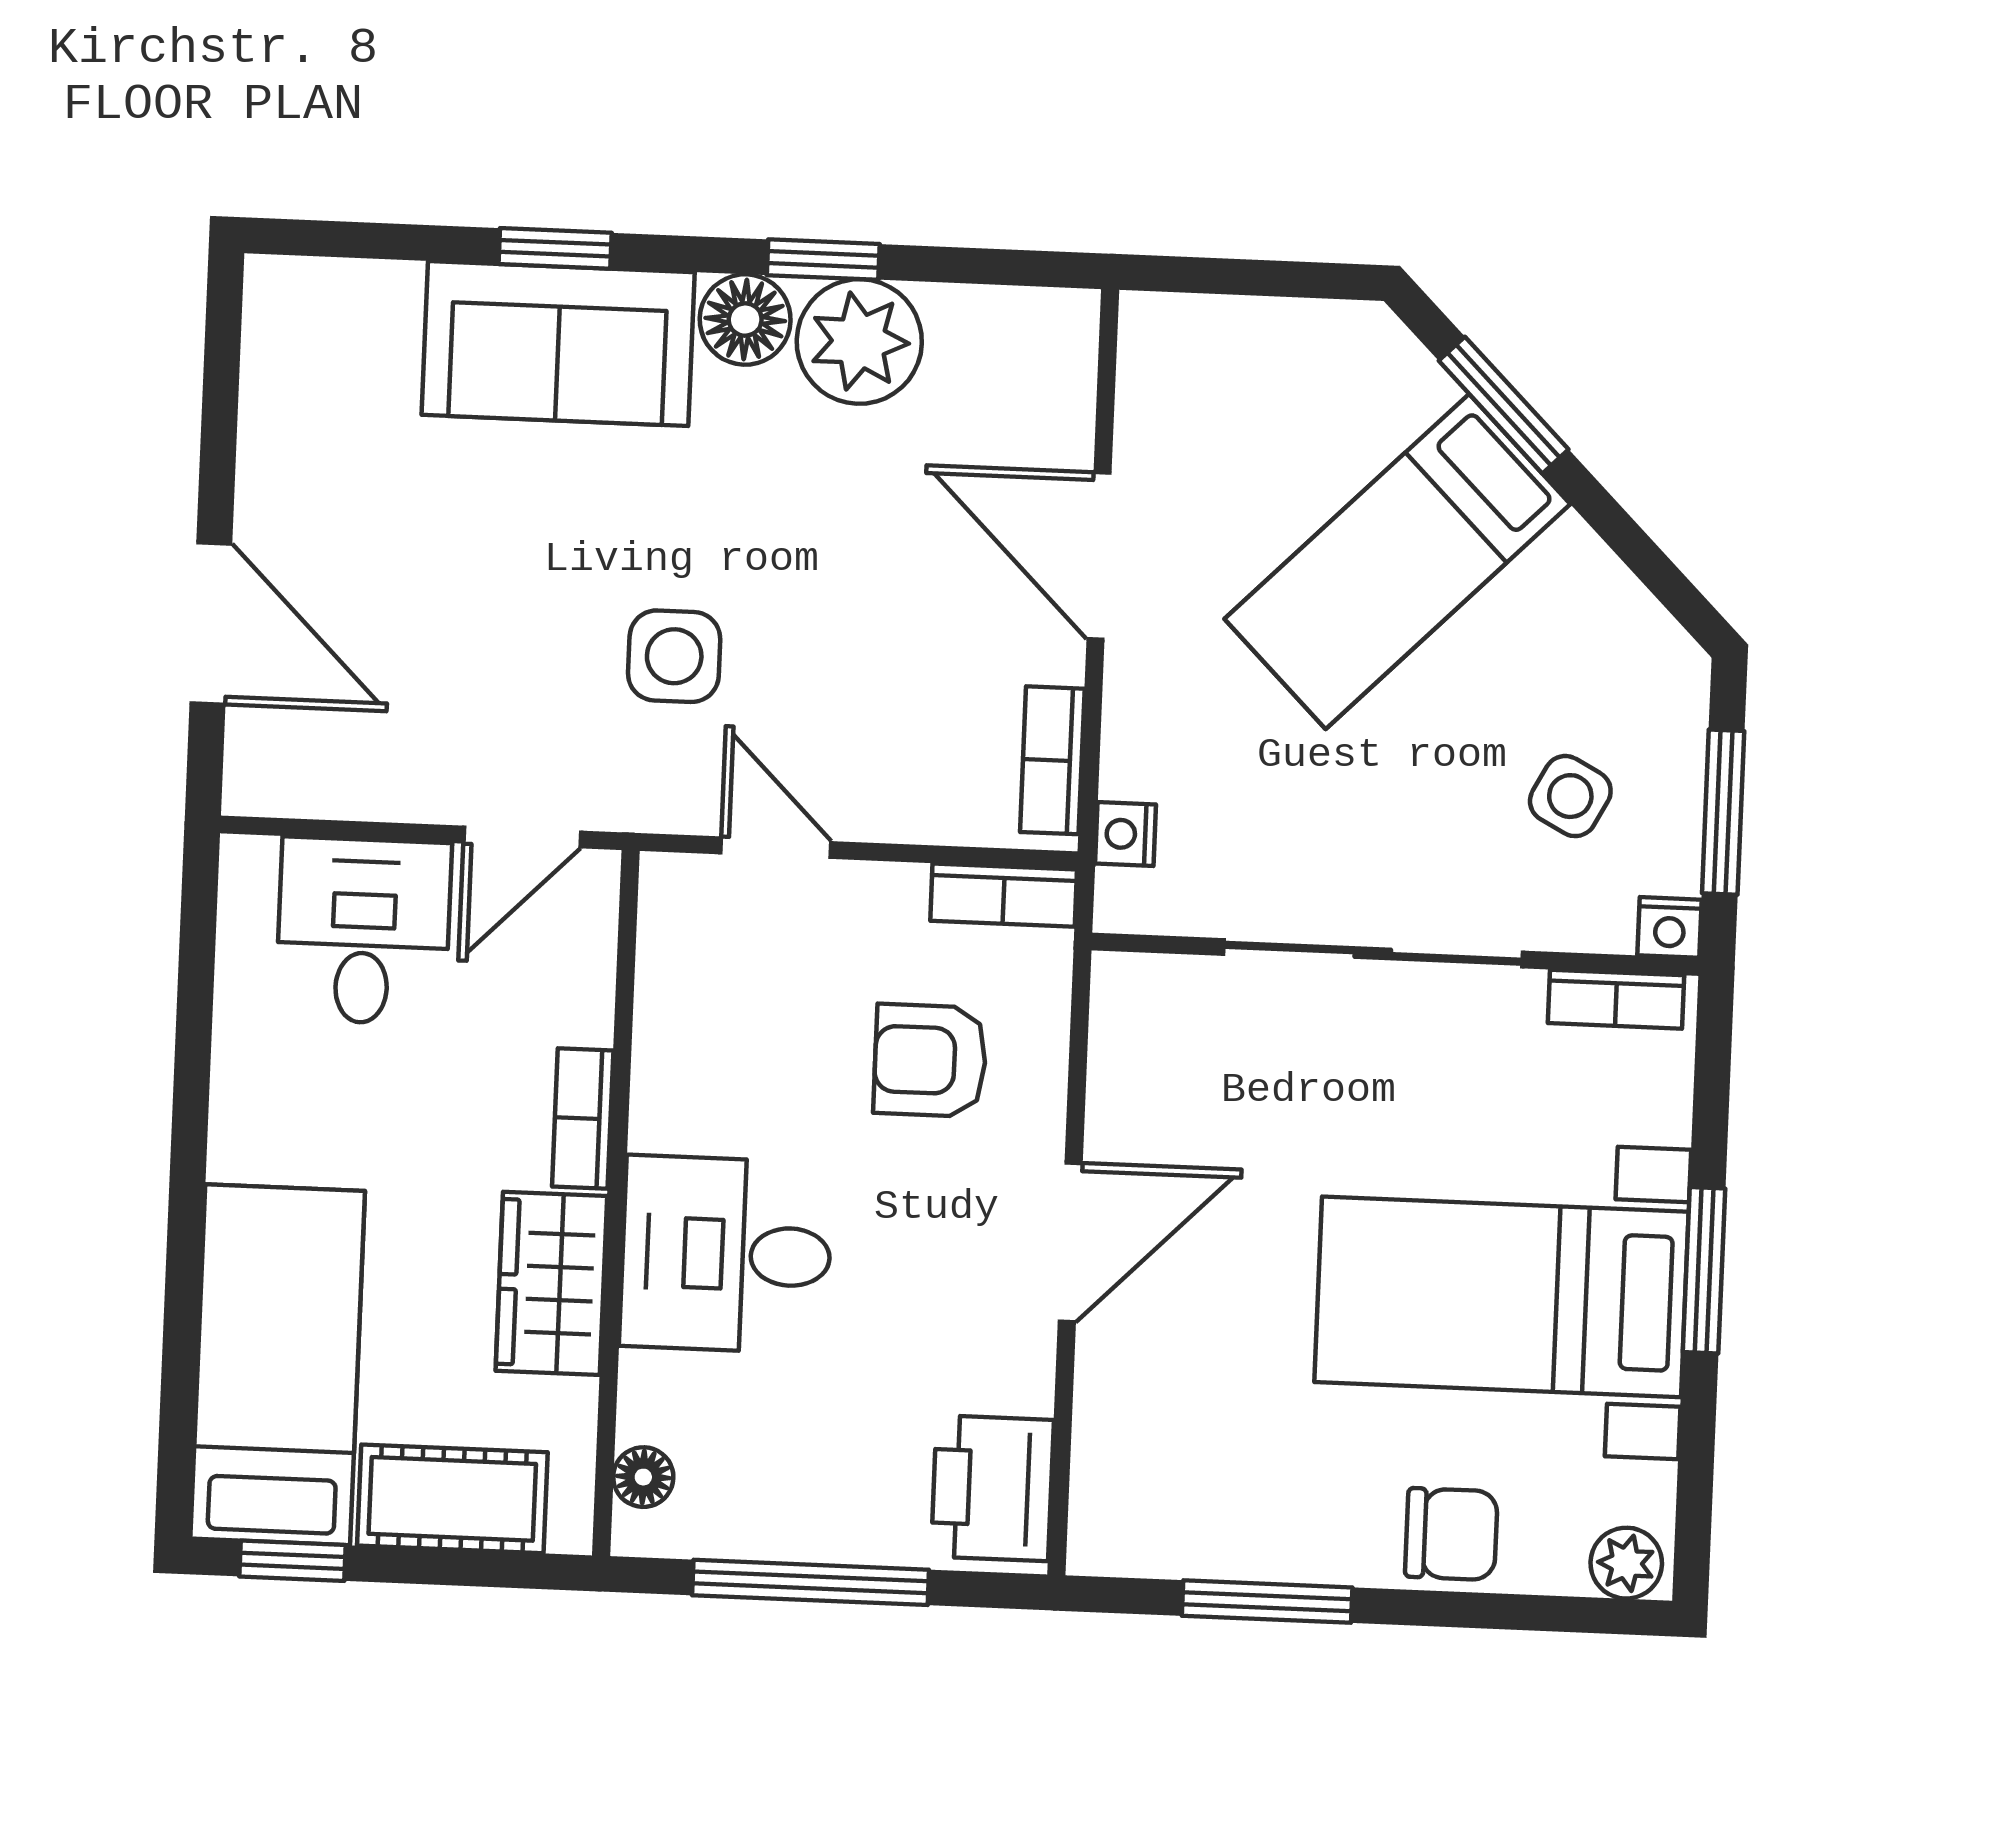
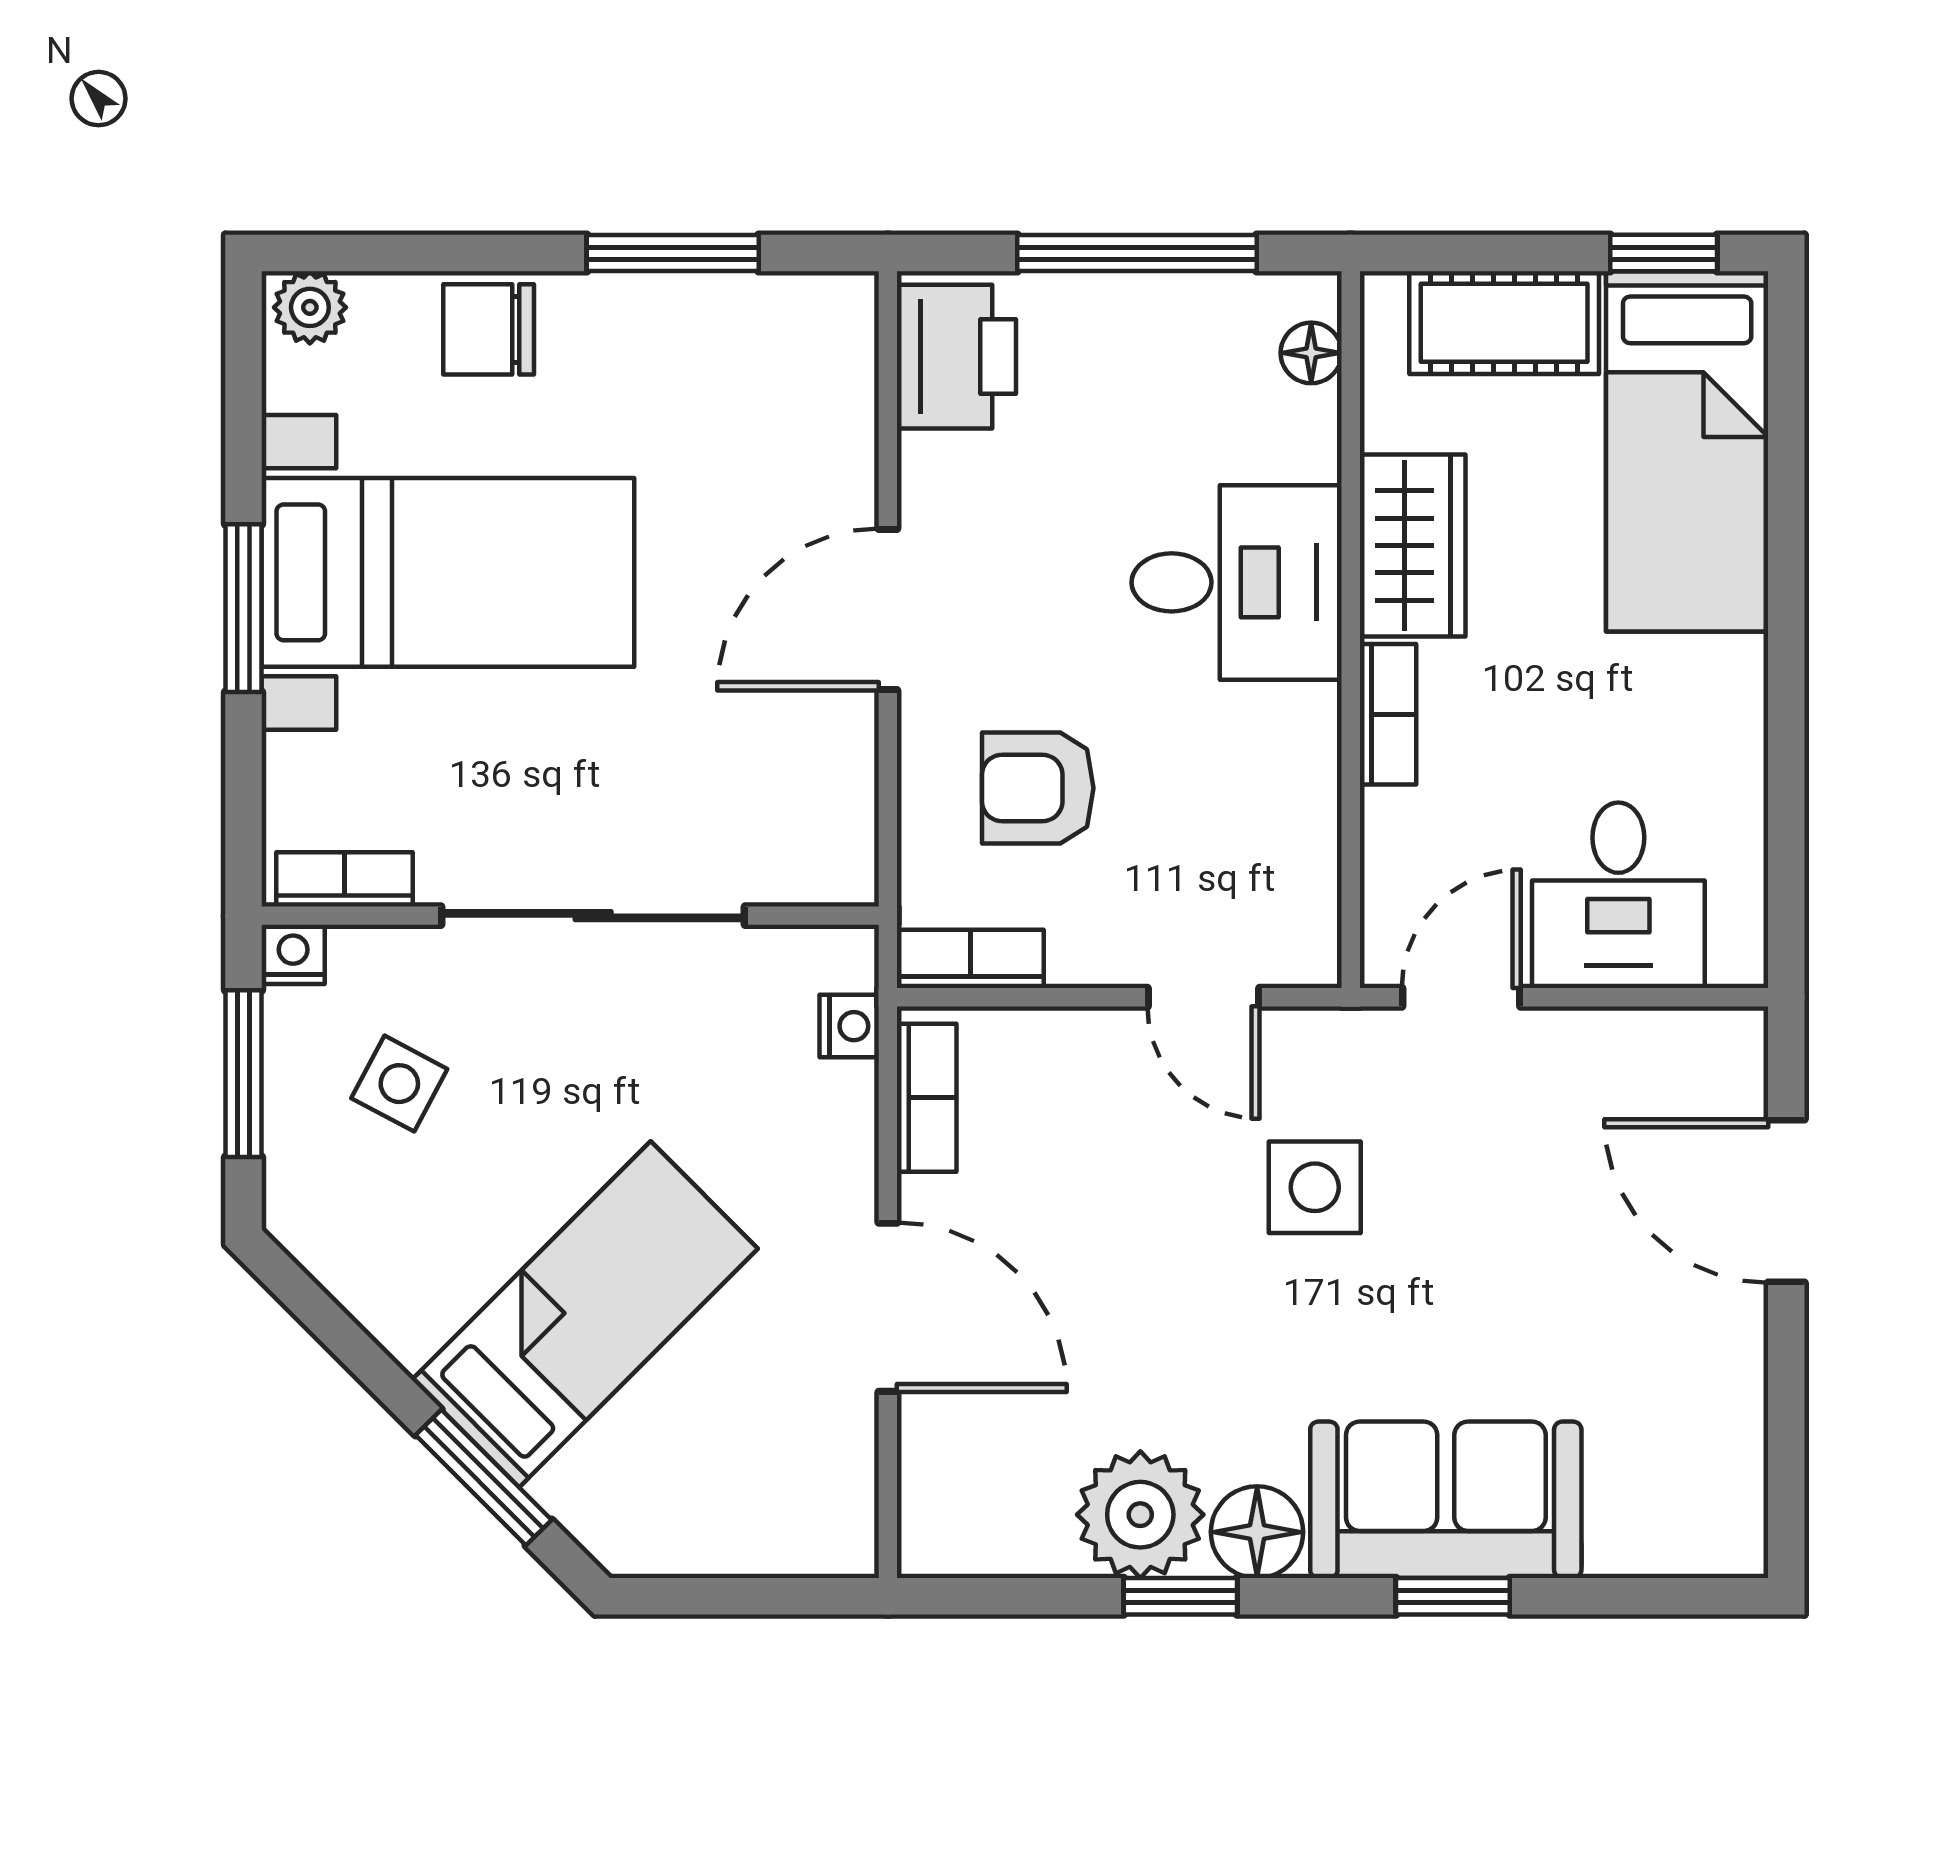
armchair: (930, 1060) -> (1038, 788), turned 180

